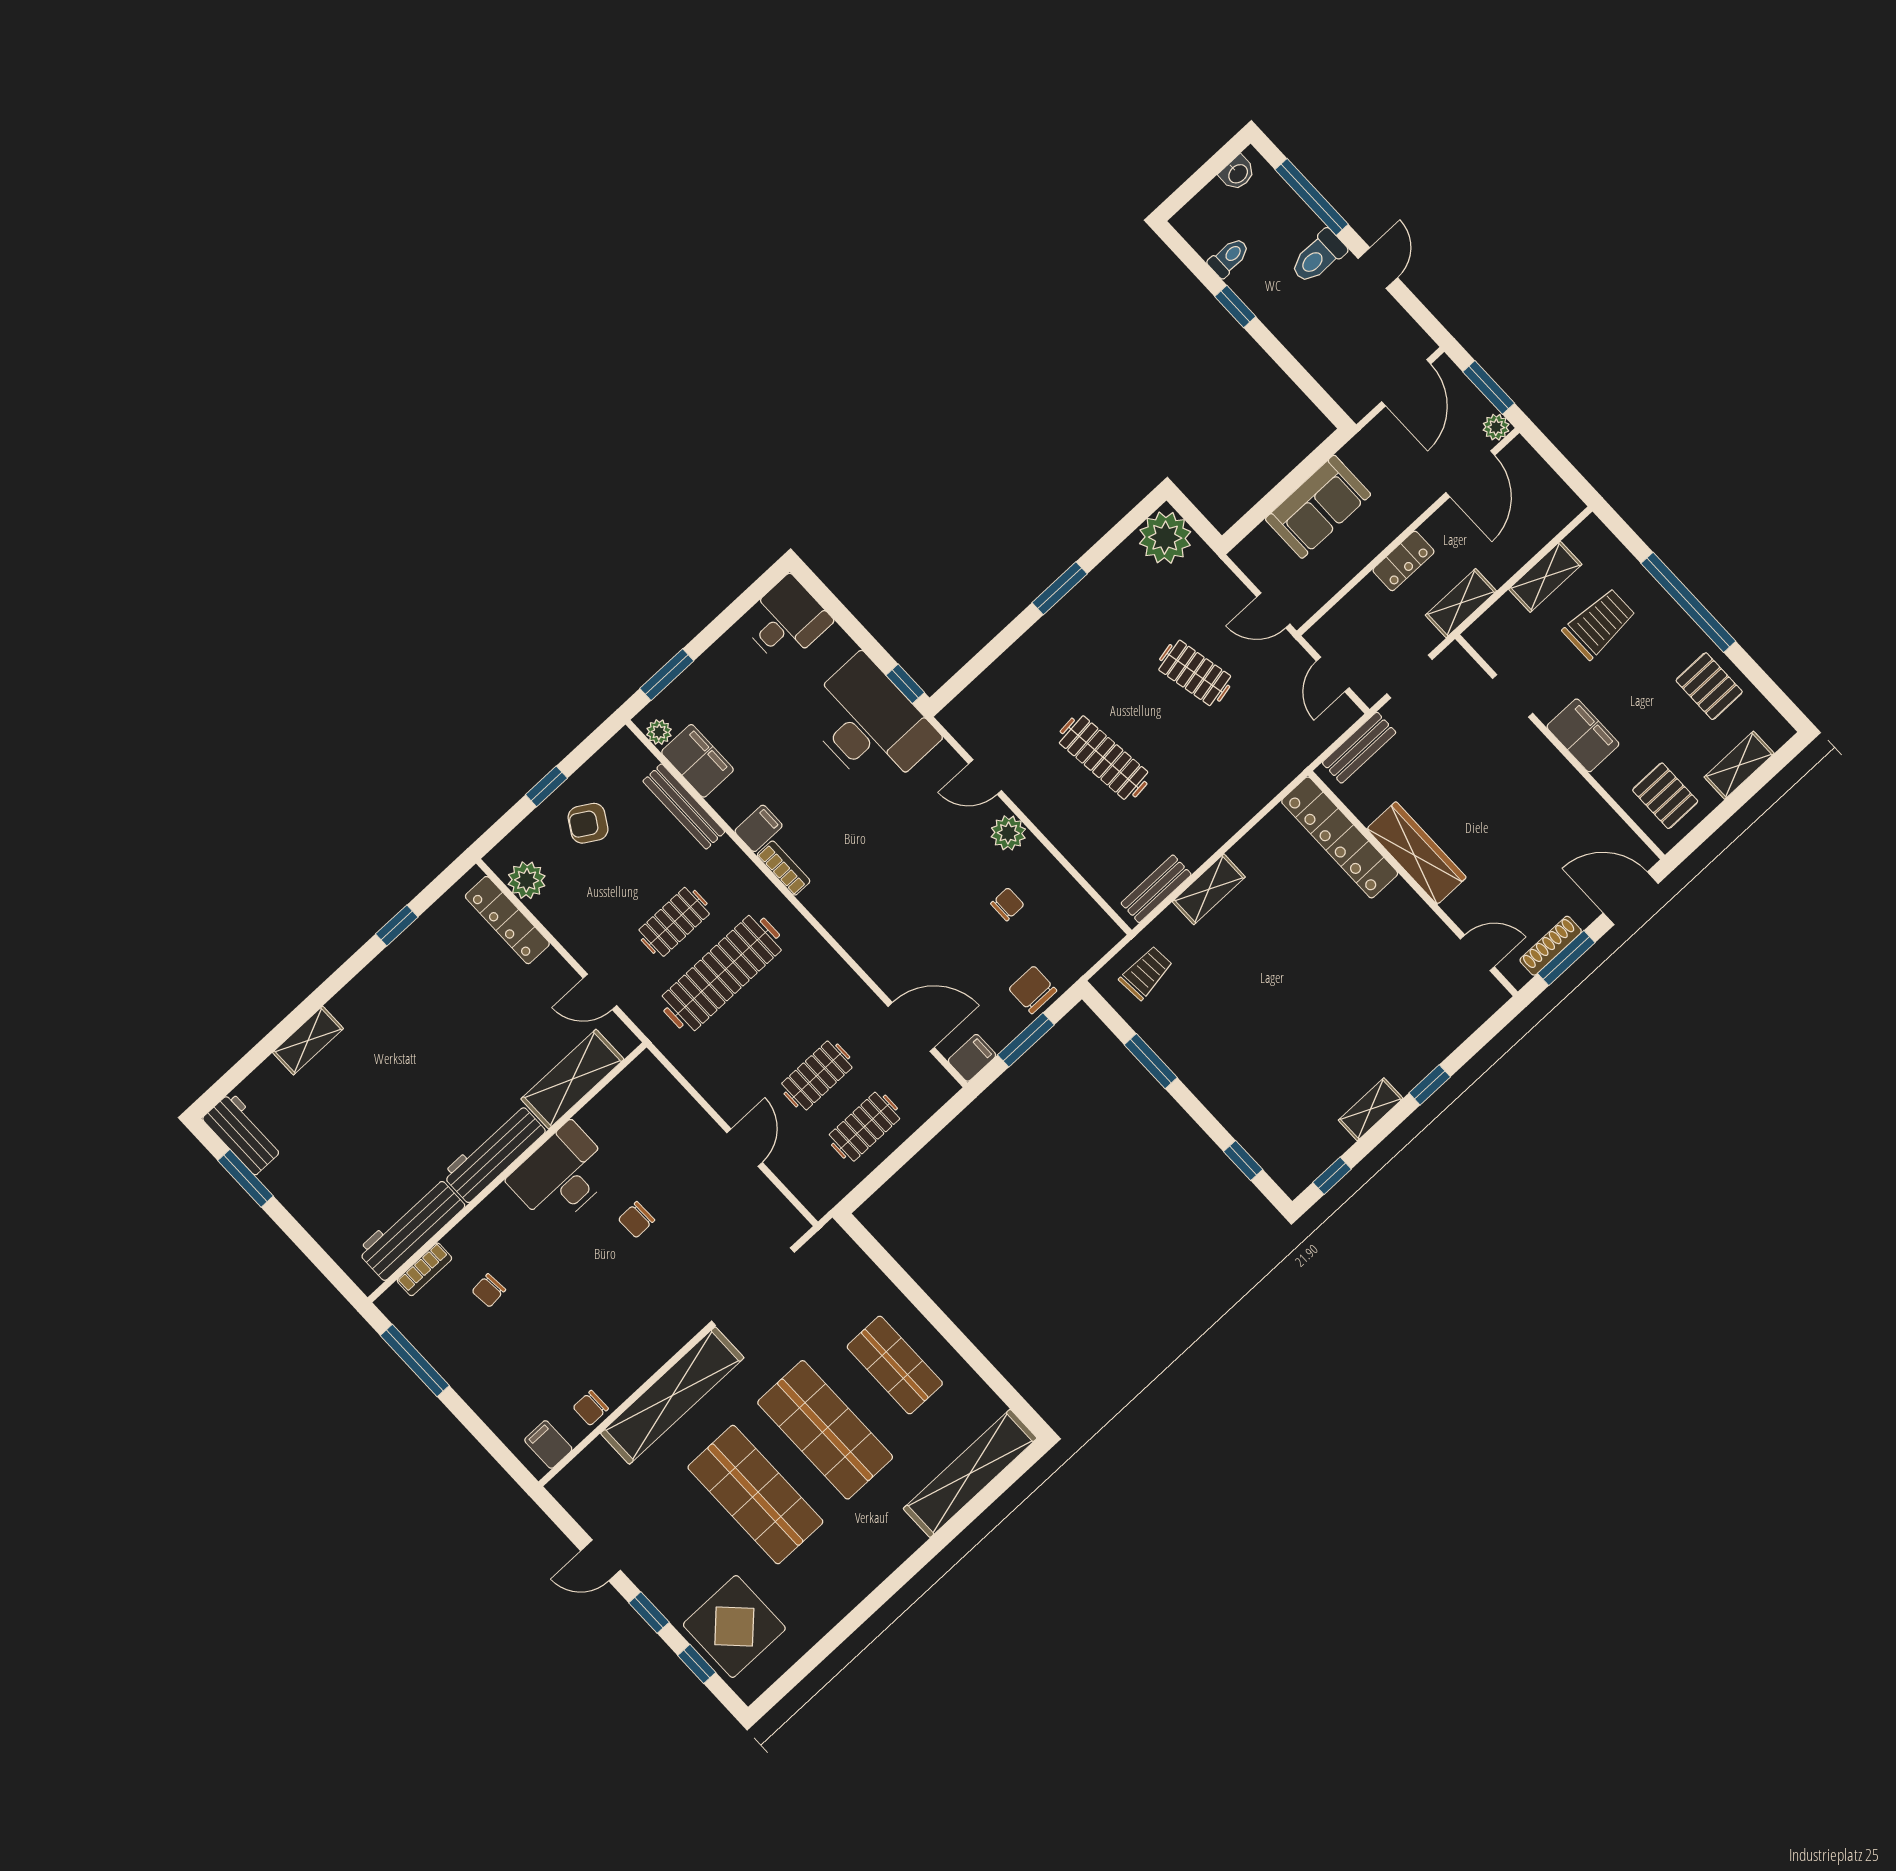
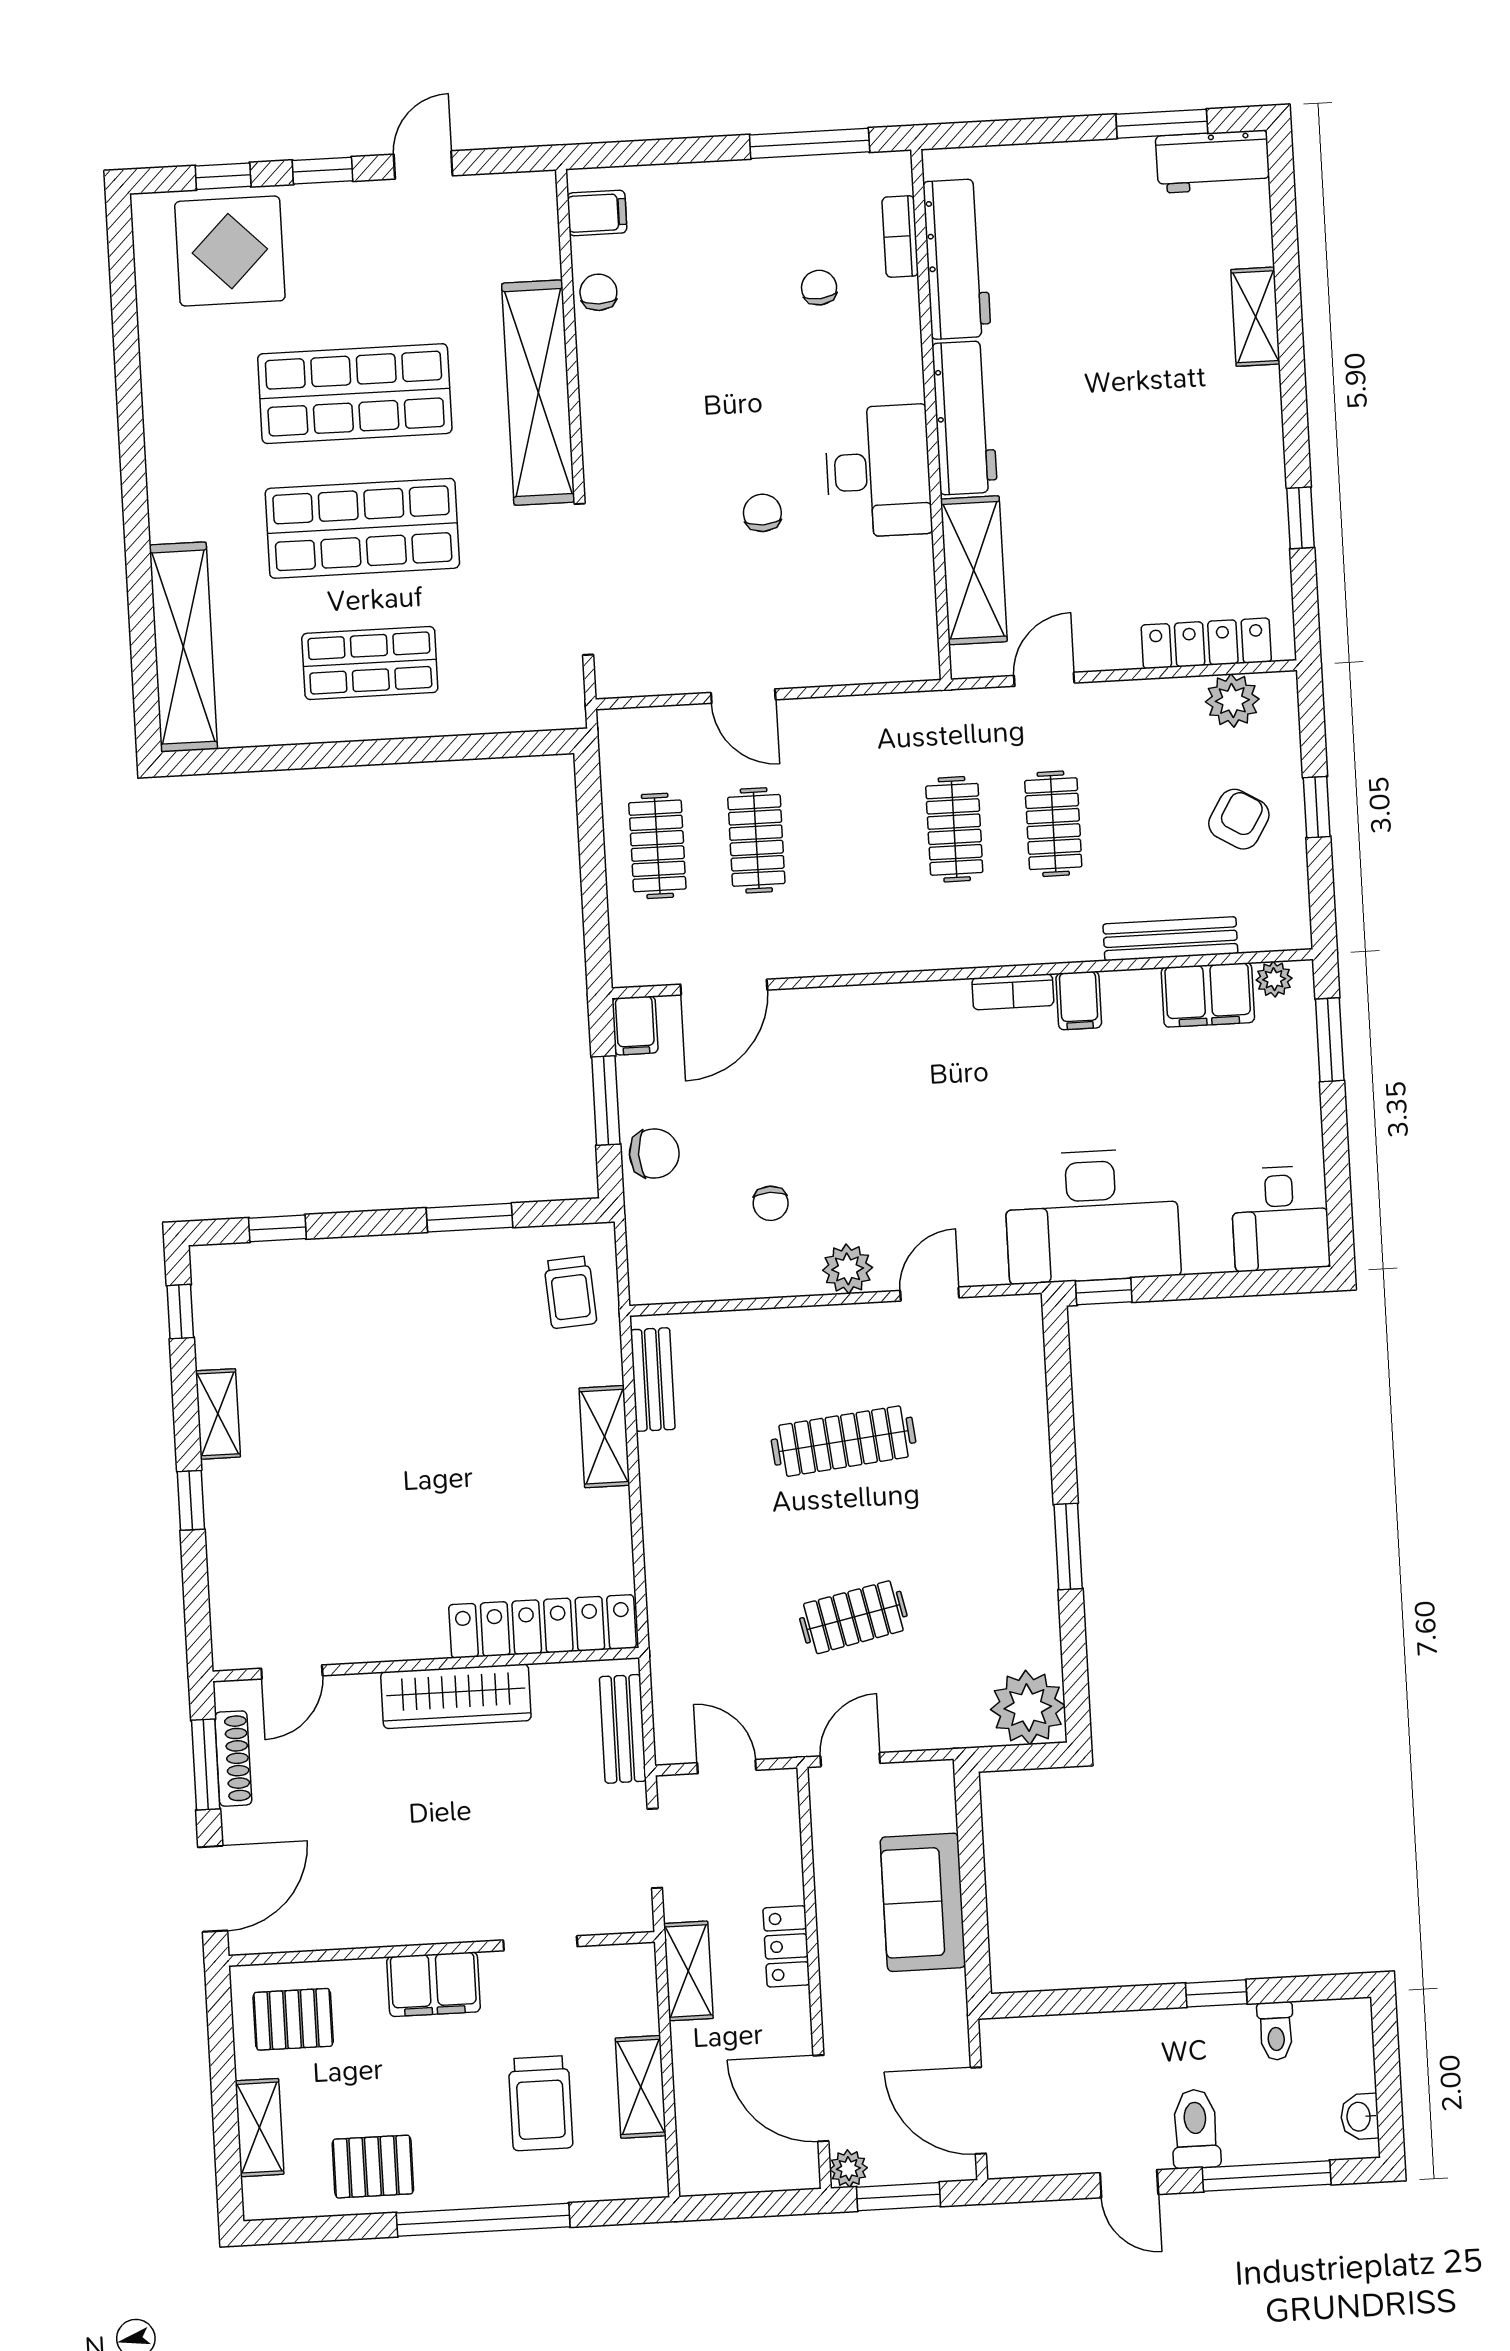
clothes rail: (722, 973) -> (954, 829), width x0.54, depth x0.76

